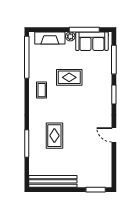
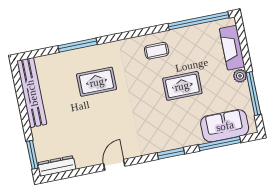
sofa: (92, 41) -> (225, 126), moved, turned 90
rug: (69, 77) -> (182, 86), turned 90
dresser: (107, 175) -> (57, 166), added

